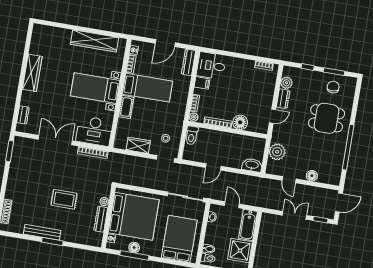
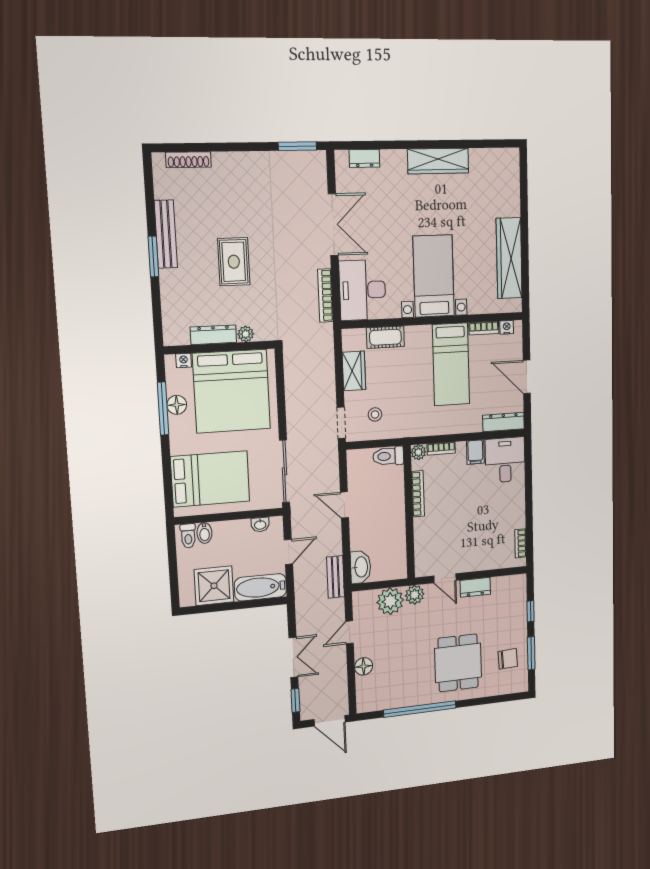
plant: (286, 83) -> (415, 595), moved
cot: (126, 107) -> (385, 337), moved
floor lamp: (240, 122) -> (425, 530), removed
bench: (254, 181) -> (336, 577), added

